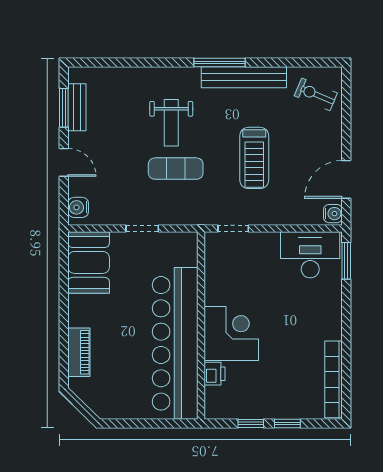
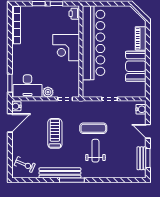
plant: (268, 242) -> (48, 92), added
booth: (89, 262) -> (136, 66), moved
printer: (215, 374) -> (74, 14), moved

